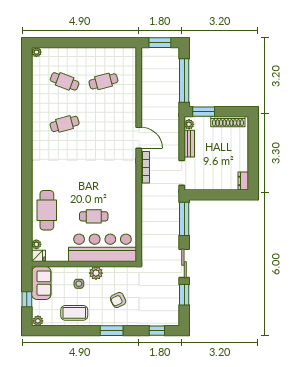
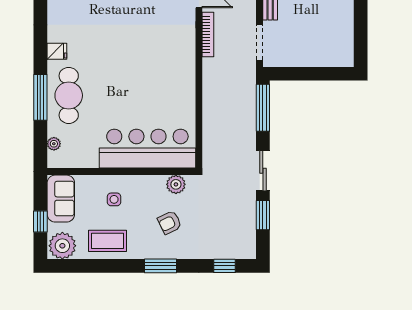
dresser: (243, 181) -> (347, 54), removed
window: (27, 212) -> (40, 97), added
cafe table: (94, 216) -> (135, 104), removed
fridge: (39, 256) -> (57, 51), moved
plant: (96, 273) -> (176, 184), moved
plant: (38, 321) -> (62, 246), width x1.87, depth x1.87

